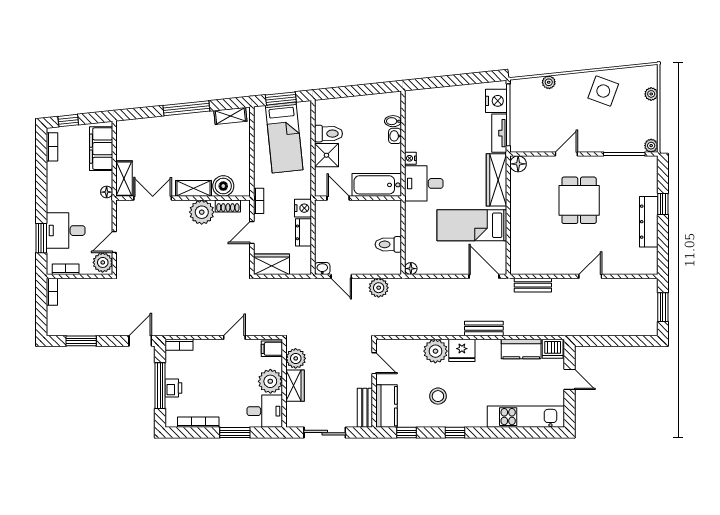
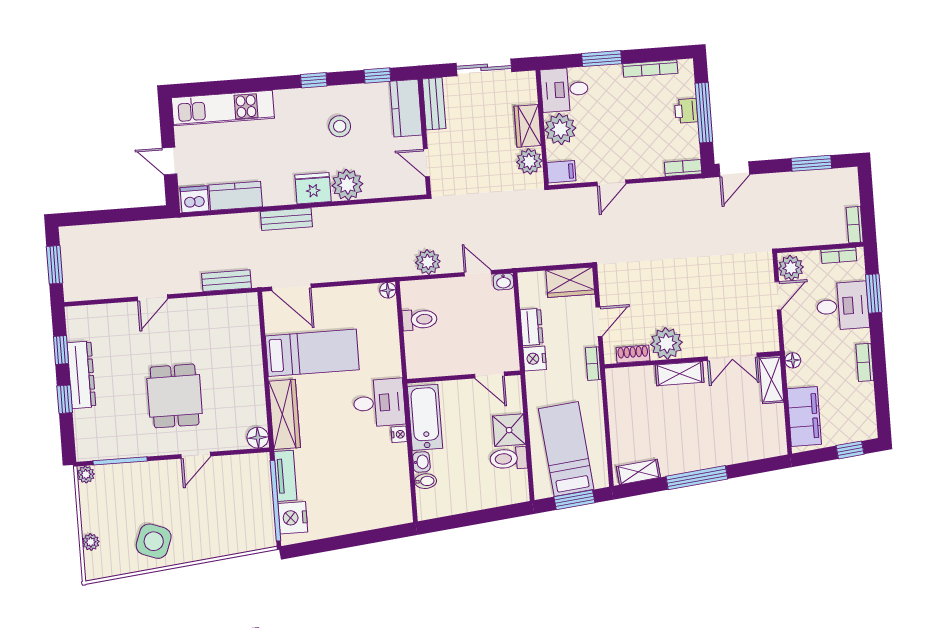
plant: (549, 82) -> (226, 547), removed
bookcase: (52, 147) -> (865, 362), moved
bathtub: (377, 185) -> (425, 417), moved, turned -90
boiler: (223, 186) -> (641, 380), removed
window: (663, 242) -> (61, 350), added

